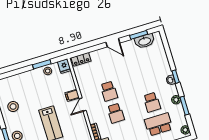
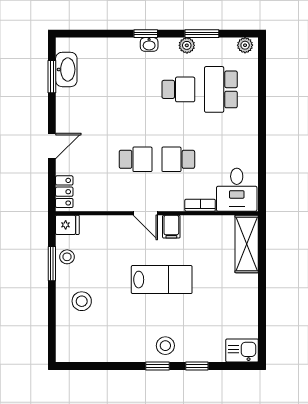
door: (113, 43) -> (52, 146), moved
filing cabinet: (72, 95) -> (171, 227), moved
stool: (13, 106) -> (82, 301), moved
school desk: (116, 113) -> (178, 159), turned 180

